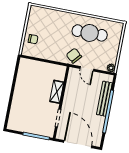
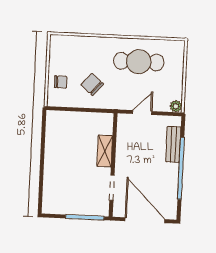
chair: (74, 56) -> (92, 84), moved
door: (87, 69) -> (142, 113), swing flipped
bench: (104, 99) -> (173, 144), width x0.73

